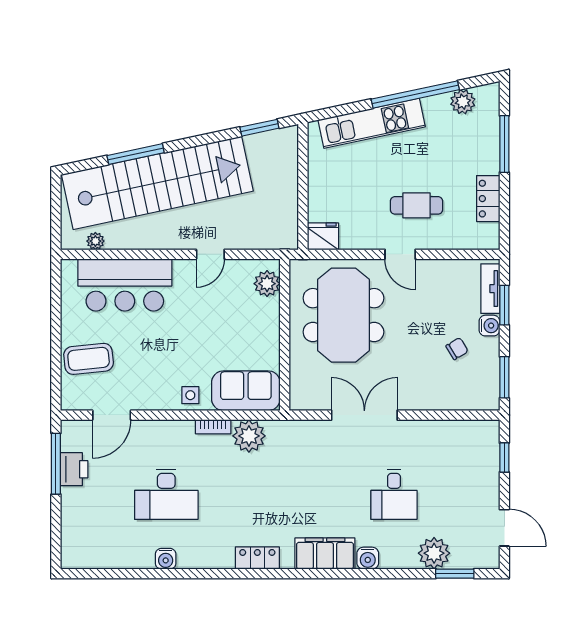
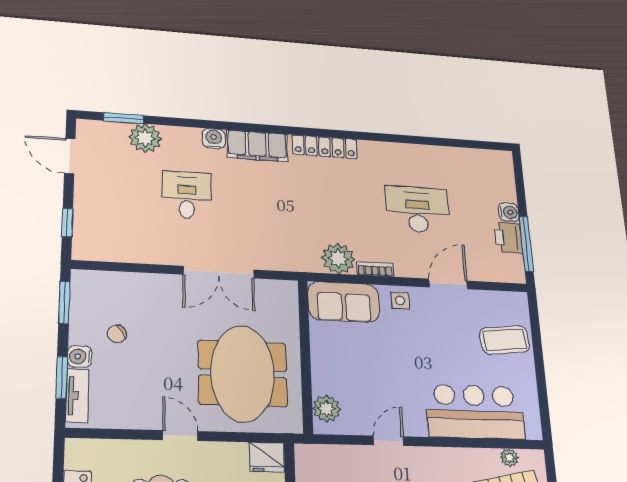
door: (112, 415) -> (448, 284), moved
locker: (257, 558) -> (325, 147), width x1.53
water cooler: (166, 559) -> (509, 212), moved, turned 90

